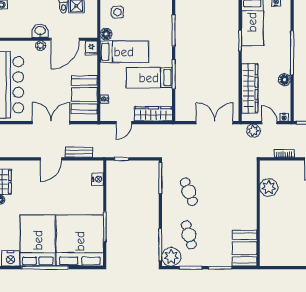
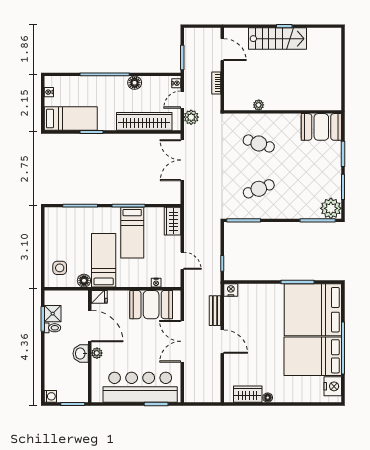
wardrobe: (153, 114) -> (172, 221), width x0.67
nightstand: (98, 179) -> (231, 290), moved
plant: (269, 187) -> (259, 105), width x0.53, depth x0.53
cafe table: (189, 235) -> (259, 143), moved, turned 33

